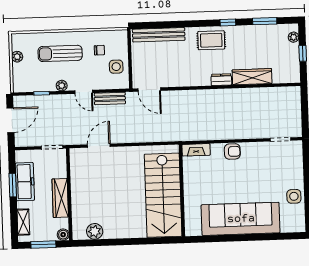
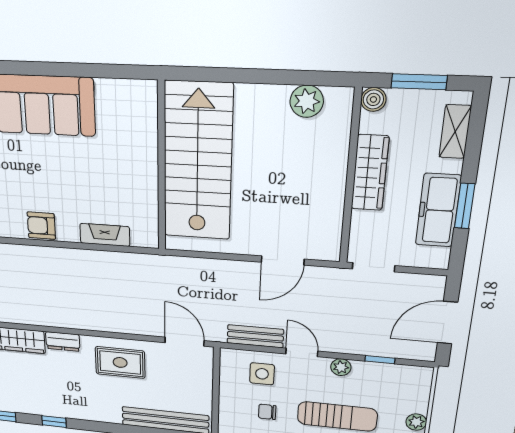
rug: (211, 40) -> (120, 362), moved
side table: (116, 67) -> (262, 374), moved
wall: (182, 190) -> (162, 168), moved
stairs: (163, 195) -> (198, 162), moved

